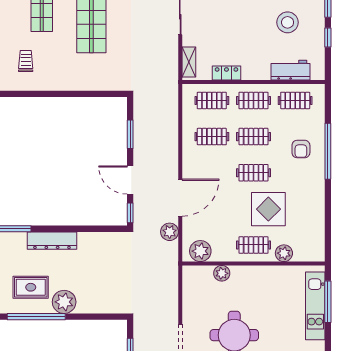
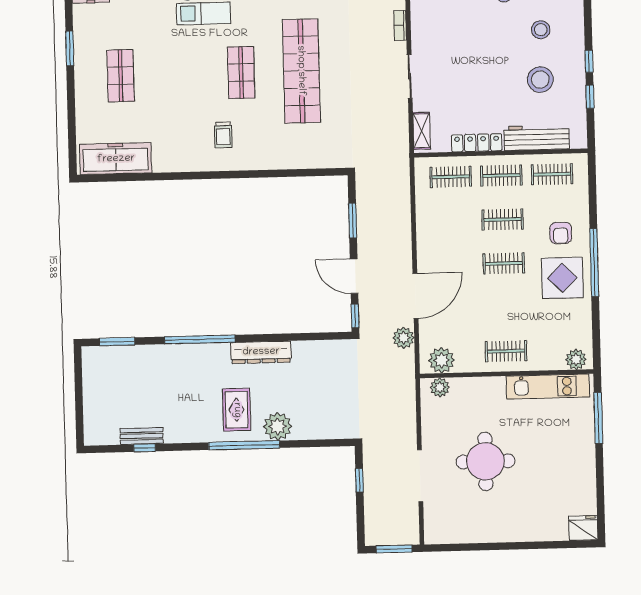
trolley: (26, 61) -> (223, 135), turned 180
workbench: (290, 70) -> (536, 138), width x1.37
locker: (226, 73) -> (477, 143), width x1.53
clothes rail: (212, 137) -> (452, 221), removed
window: (328, 151) -> (594, 263), moved
display table: (268, 209) -> (562, 278), moved
plant: (284, 253) -> (576, 359), moved
plant: (222, 273) -> (440, 387), moved
rug: (31, 287) -> (237, 410), turned 90
kitchen unit: (315, 306) -> (548, 387), moved, turned -90

